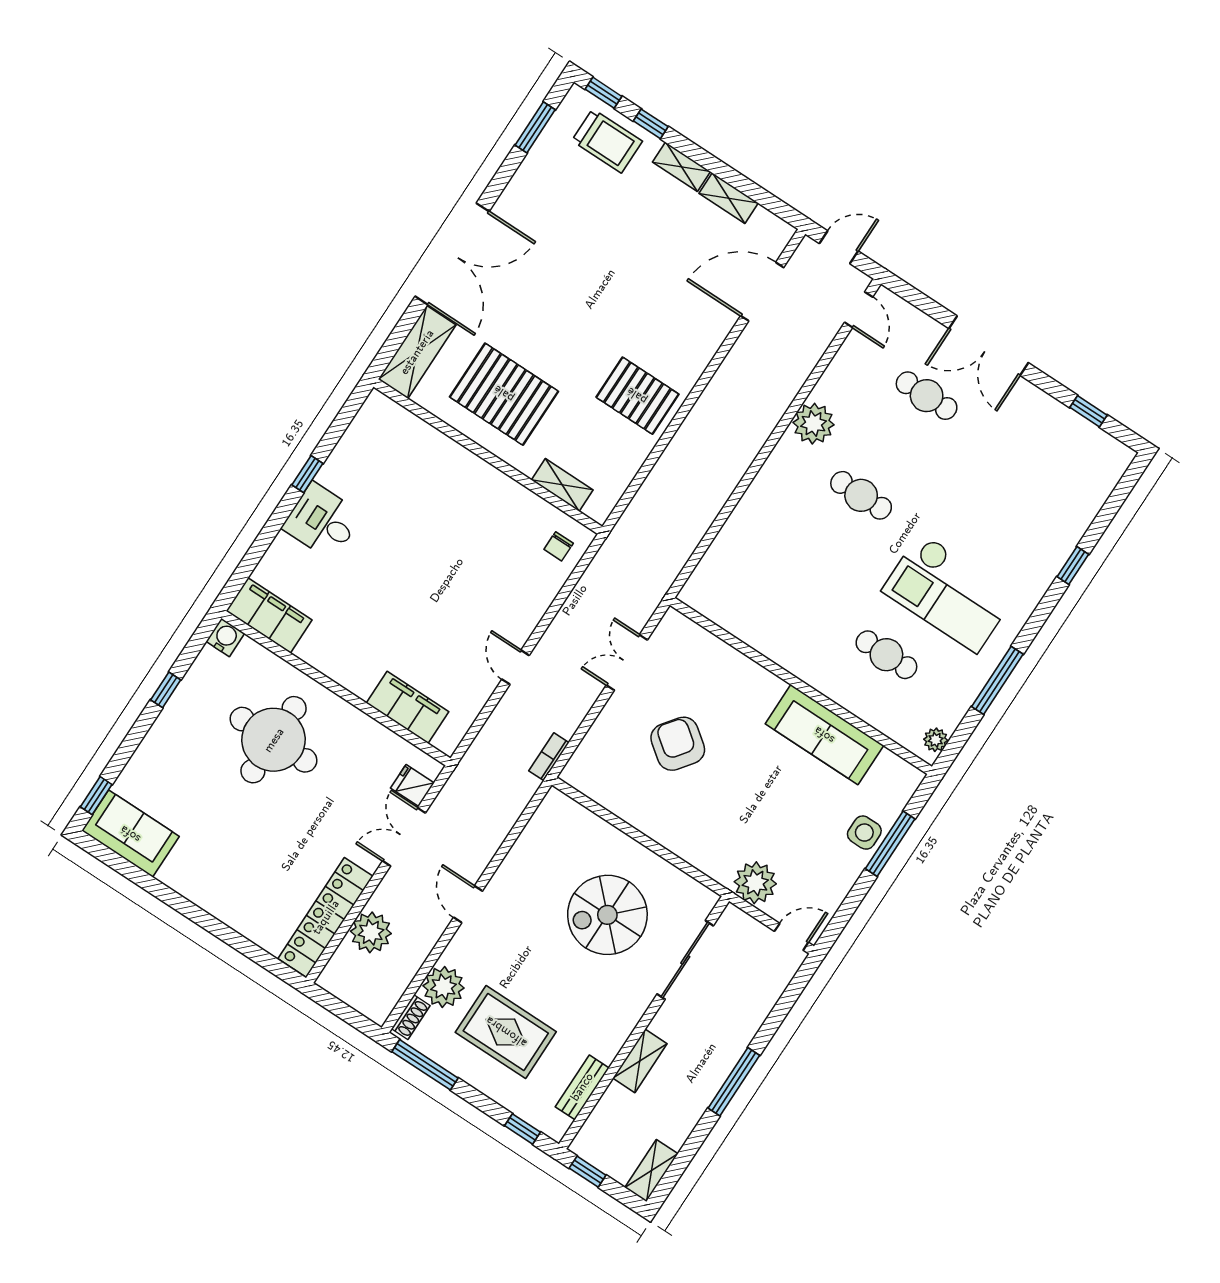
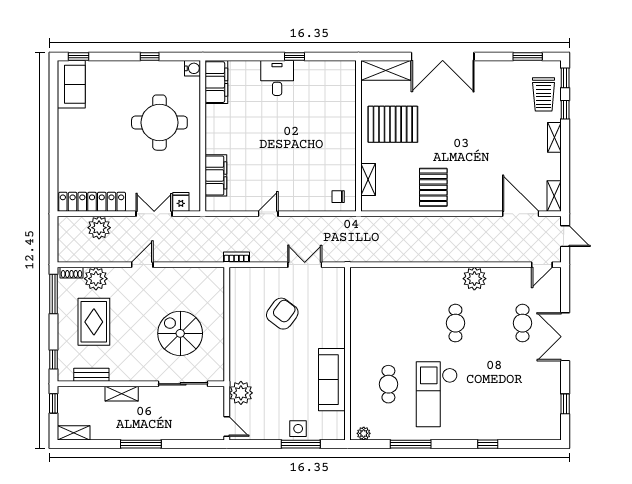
shelving: (729, 198) -> (554, 196), moved
pallet: (504, 394) -> (393, 124), turned 90

